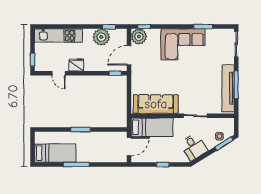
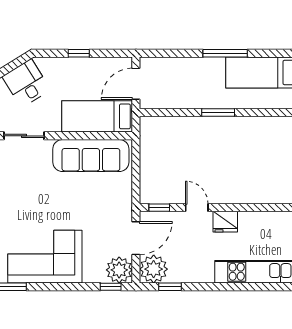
plant: (101, 37) -> (154, 269), moved
door: (59, 73) -> (197, 208), moved

